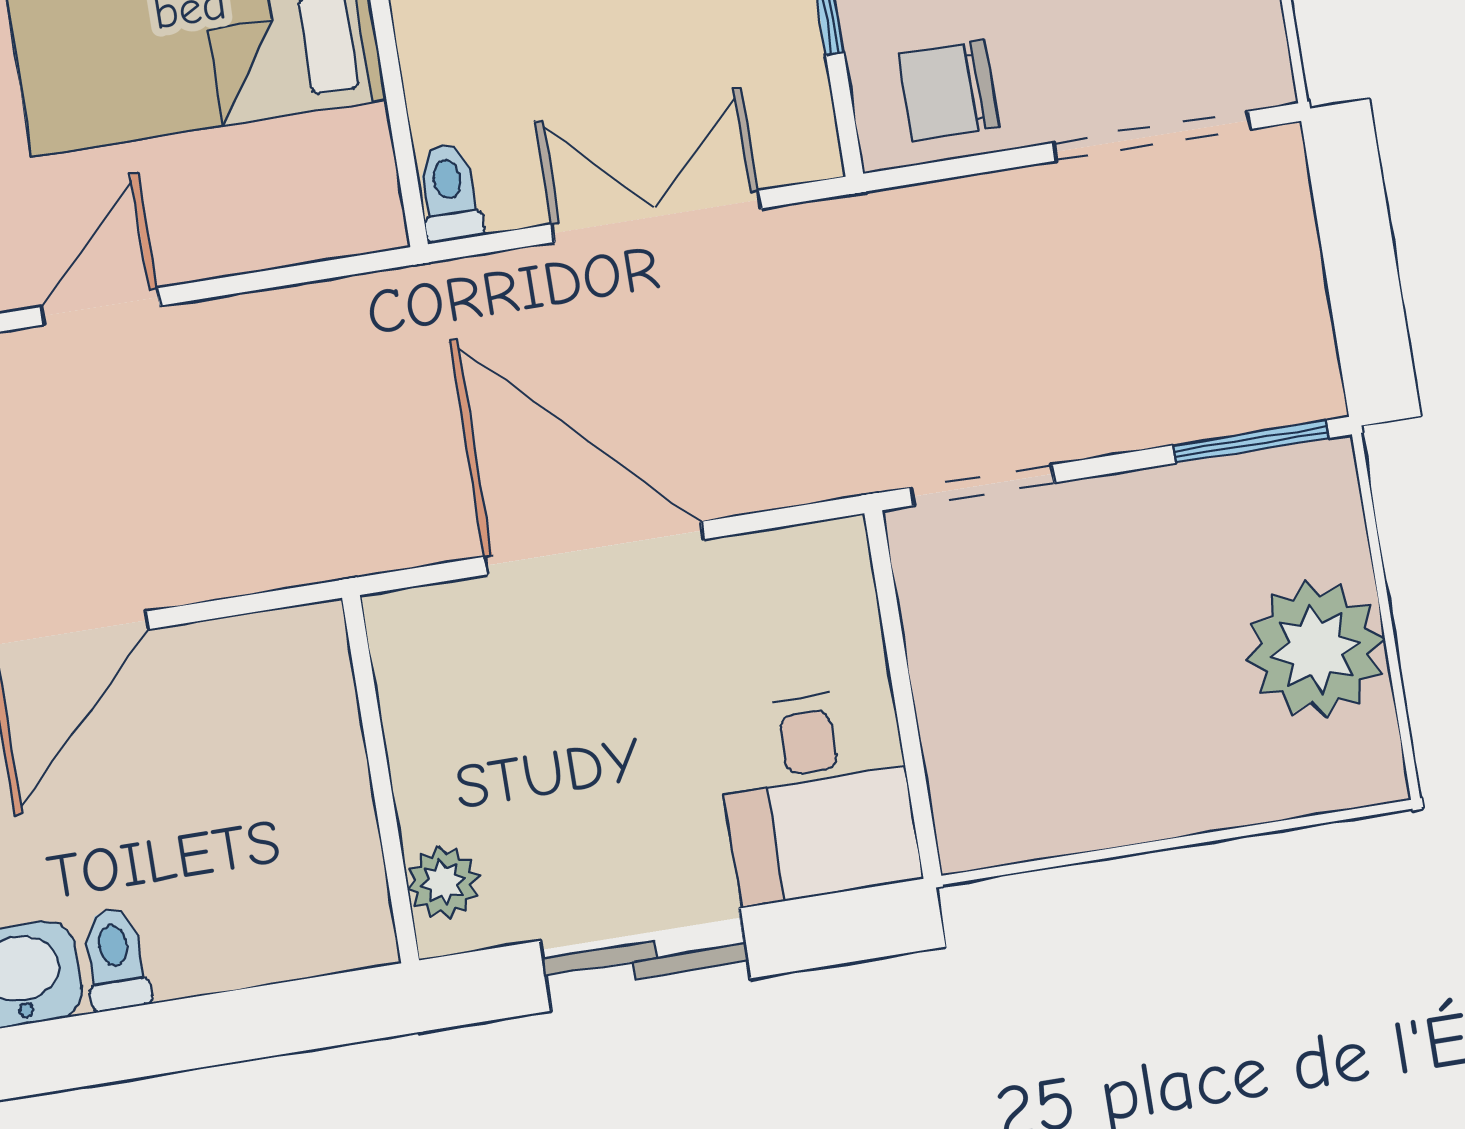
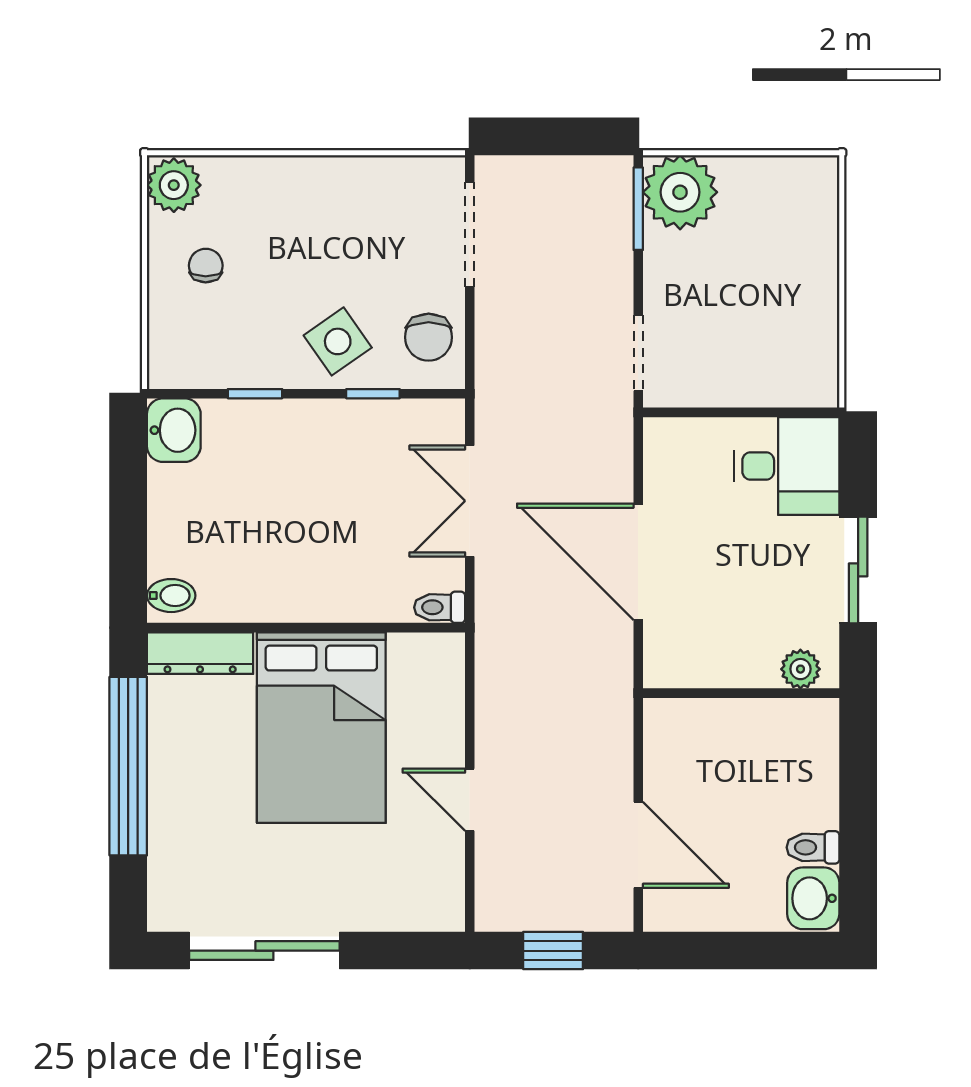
door: (594, 548) -> (638, 562), hinge flipped
plant: (1316, 649) -> (680, 192), moved

